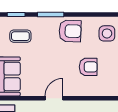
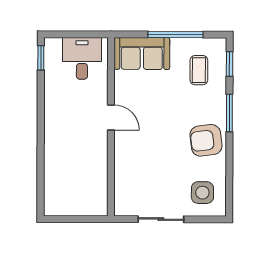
armchair: (70, 31) -> (206, 140), turned 81
armchair: (88, 67) -> (155, 166), removed

